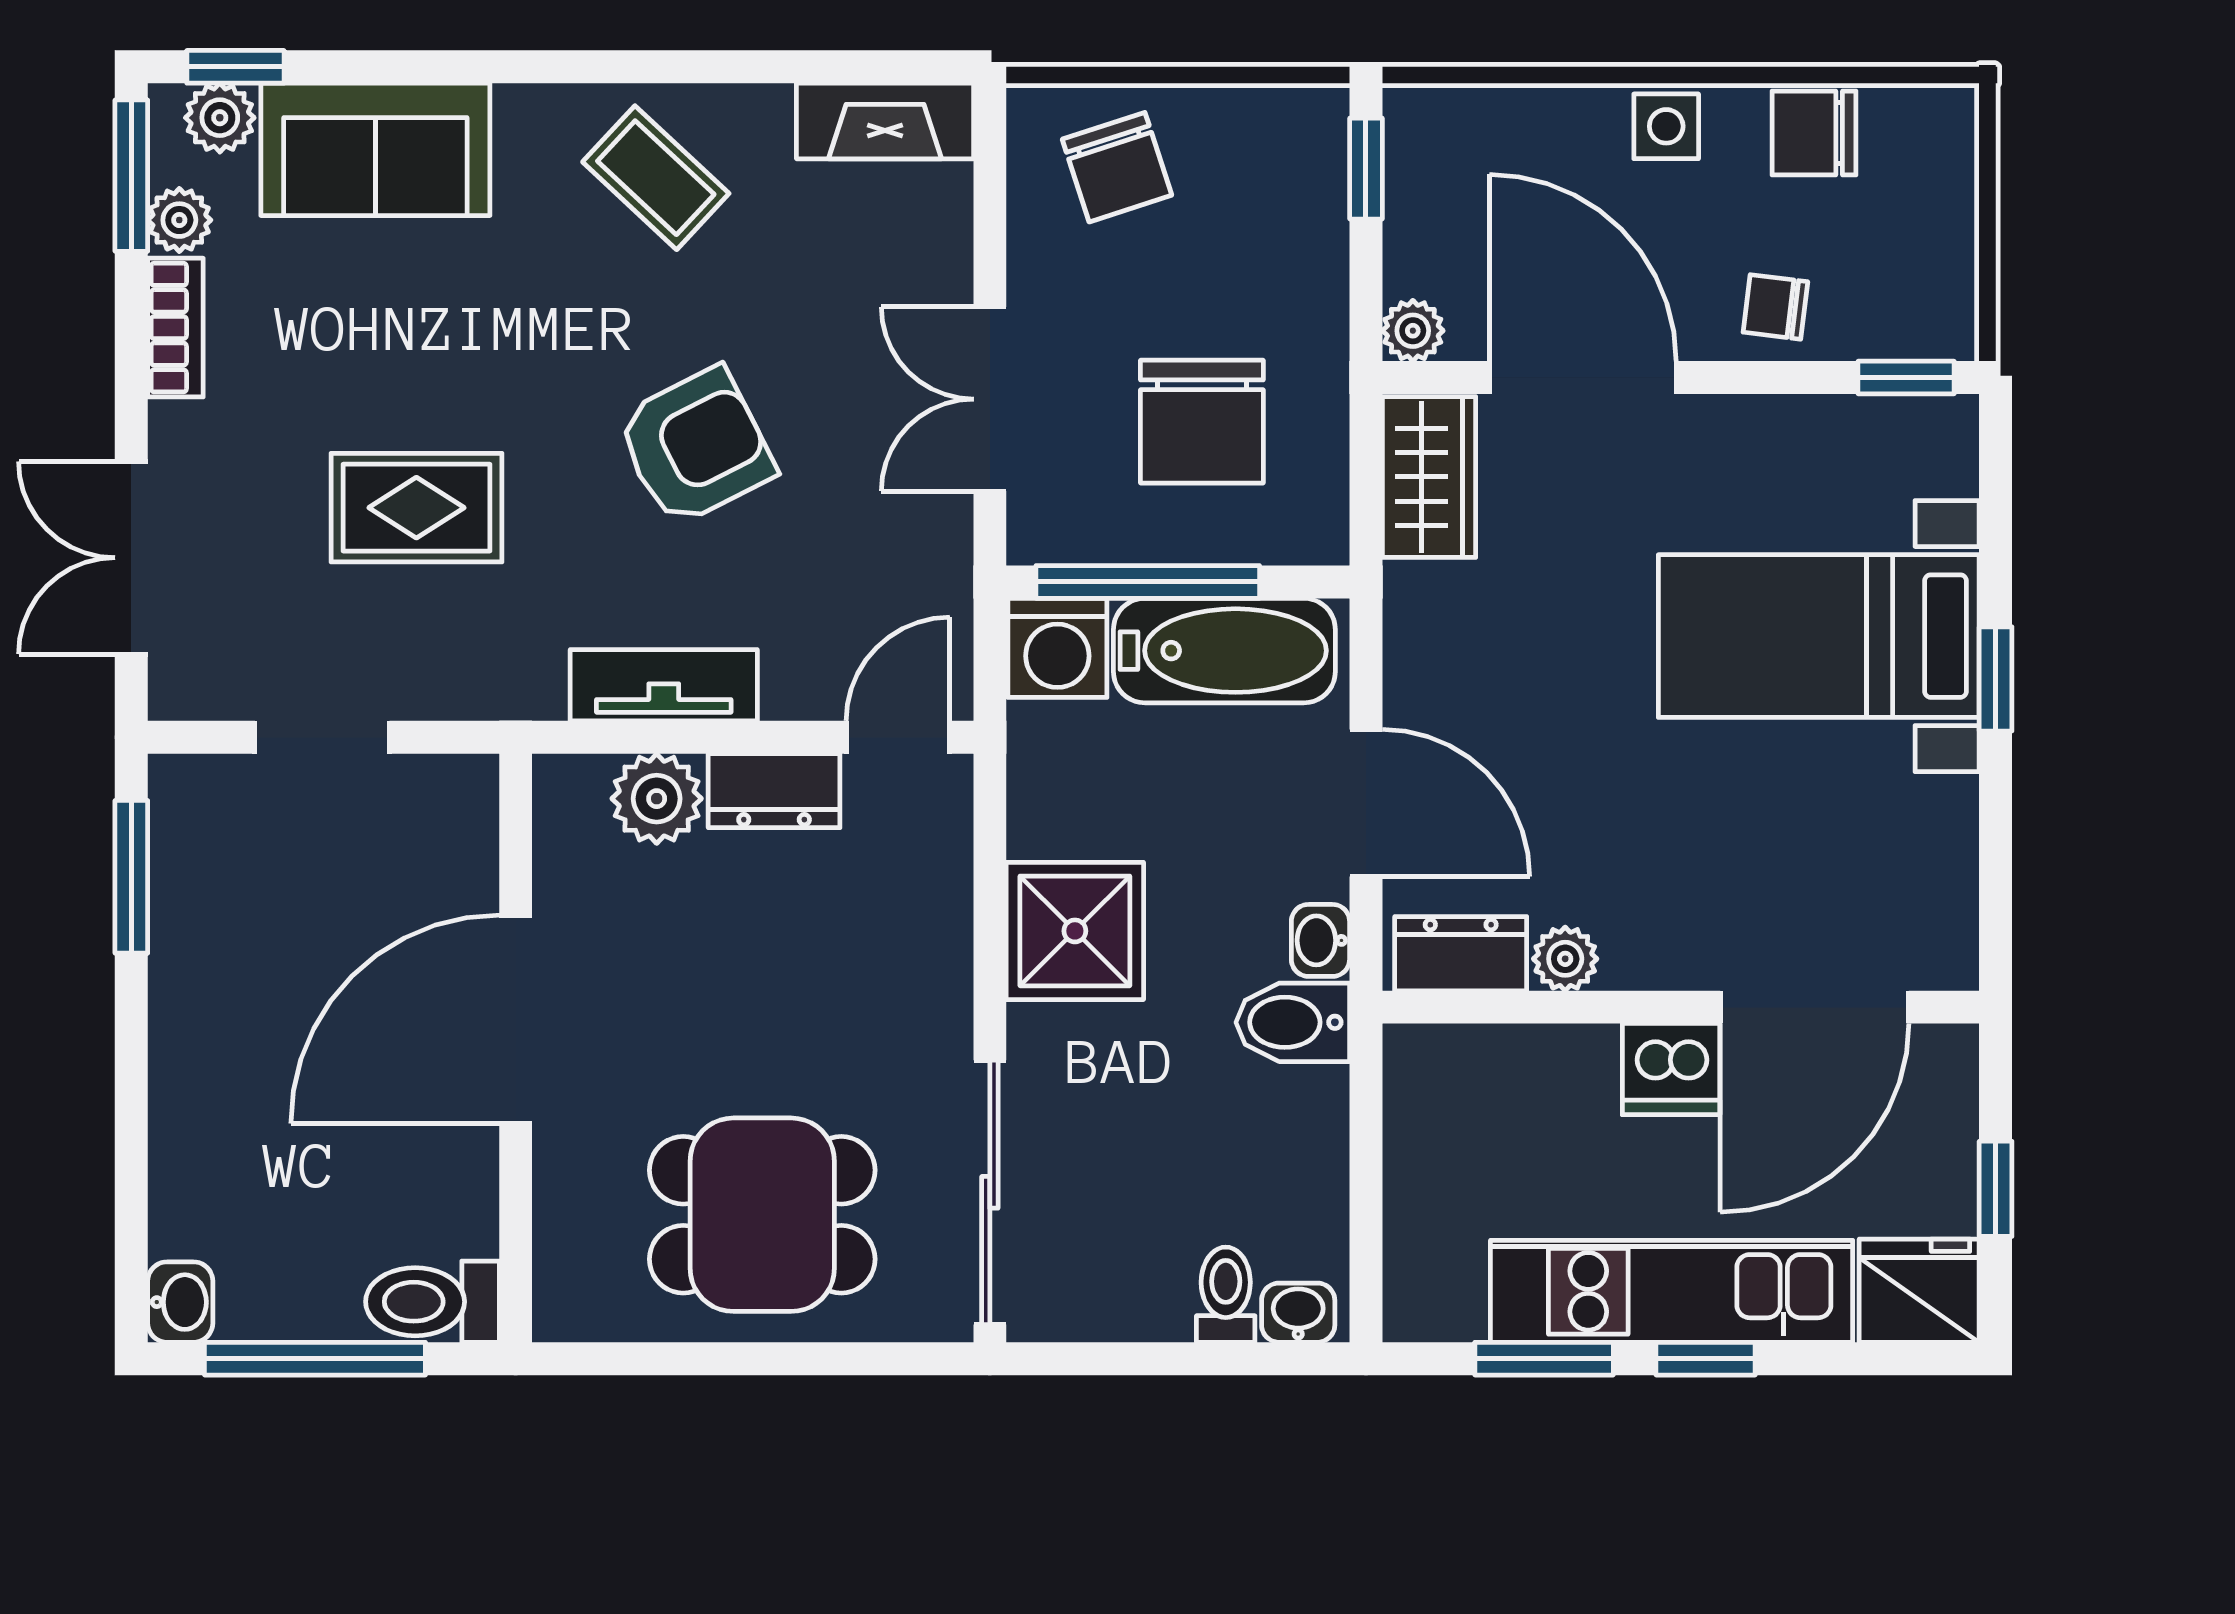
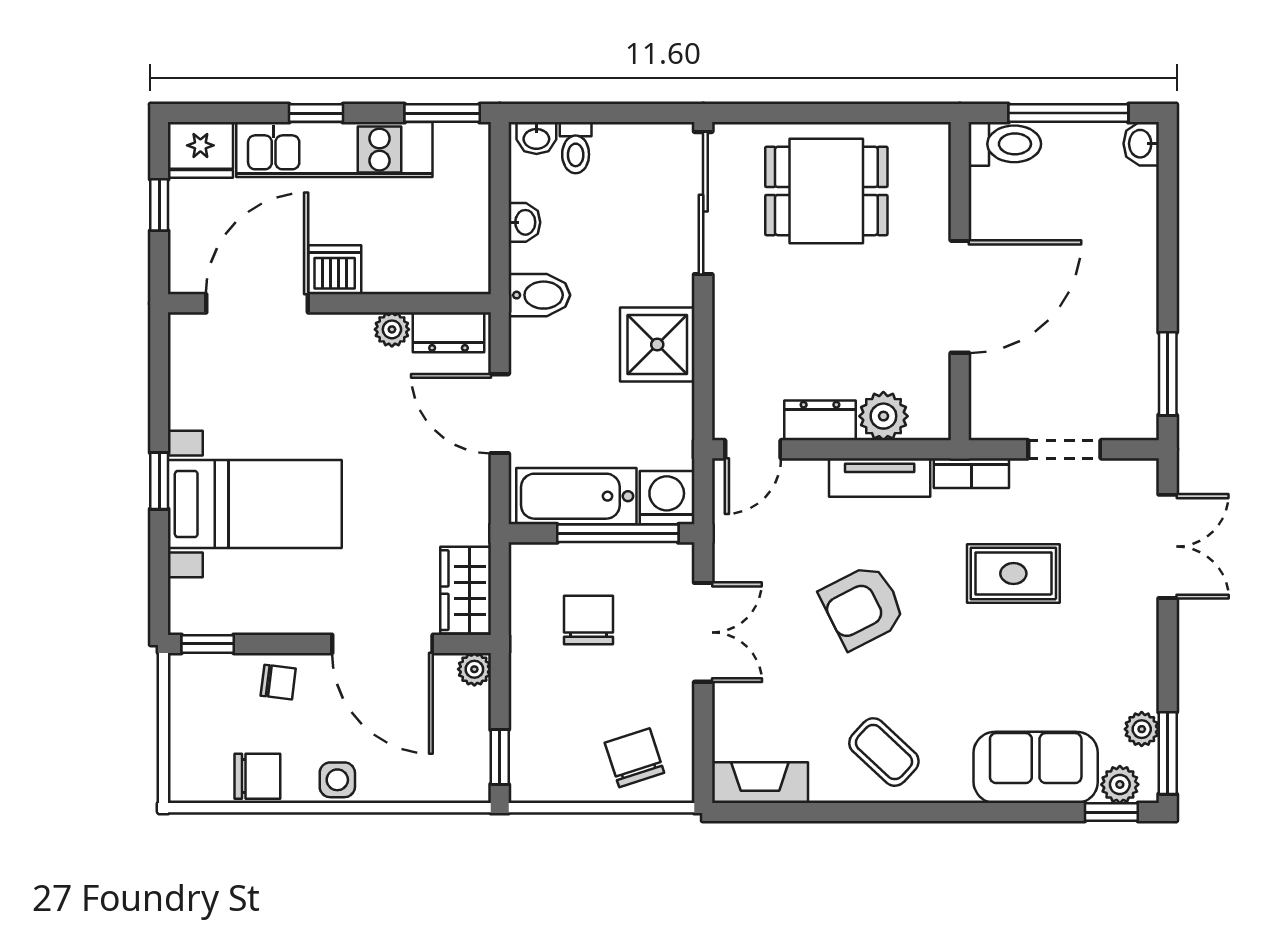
bookcase: (175, 328) -> (971, 473), moved, turned -90
chair: (1202, 422) -> (589, 620), width x0.73, depth x0.73
washbasin: (1320, 940) -> (524, 222), moved
window: (1544, 1359) -> (442, 113), moved

